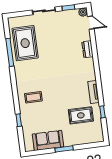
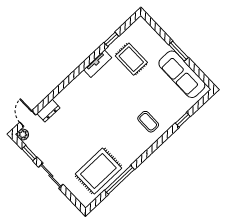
dresser: (88, 49) -> (48, 111), moved
sofa: (48, 140) -> (182, 74), width x1.36

